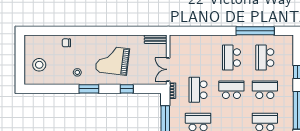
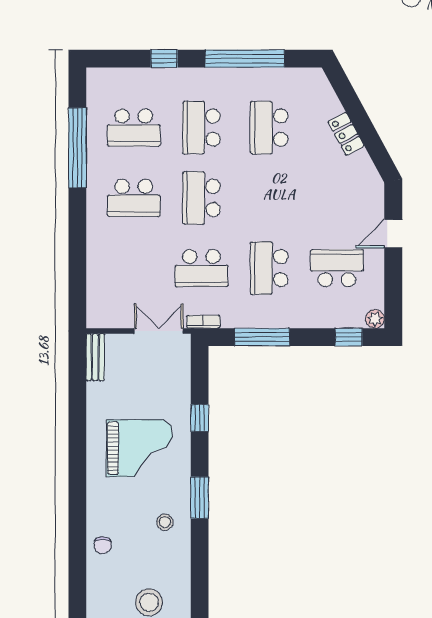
grand piano: (112, 60) -> (139, 448), turned -97
double door: (168, 69) -> (159, 331), swing flipped

